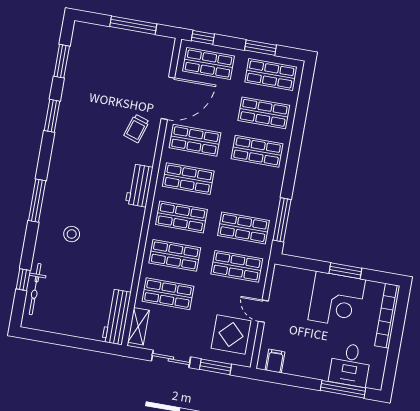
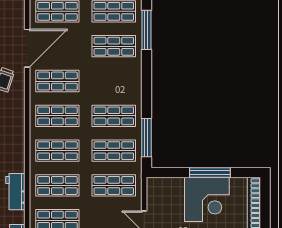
window: (303, 101) -> (146, 30), added
shop shelf: (257, 151) -> (114, 116), moved
workbench: (139, 185) -> (15, 192), moved
window: (345, 271) -> (210, 172), width x1.44

